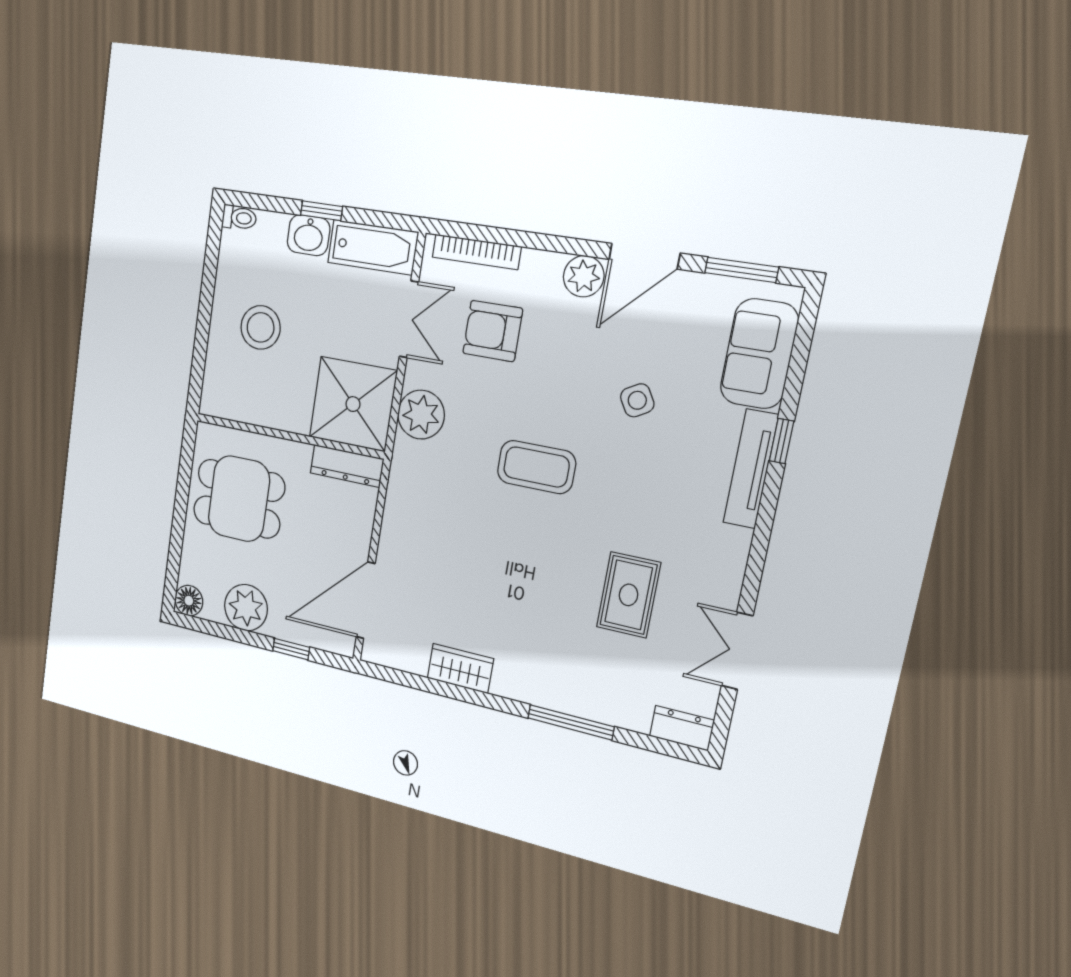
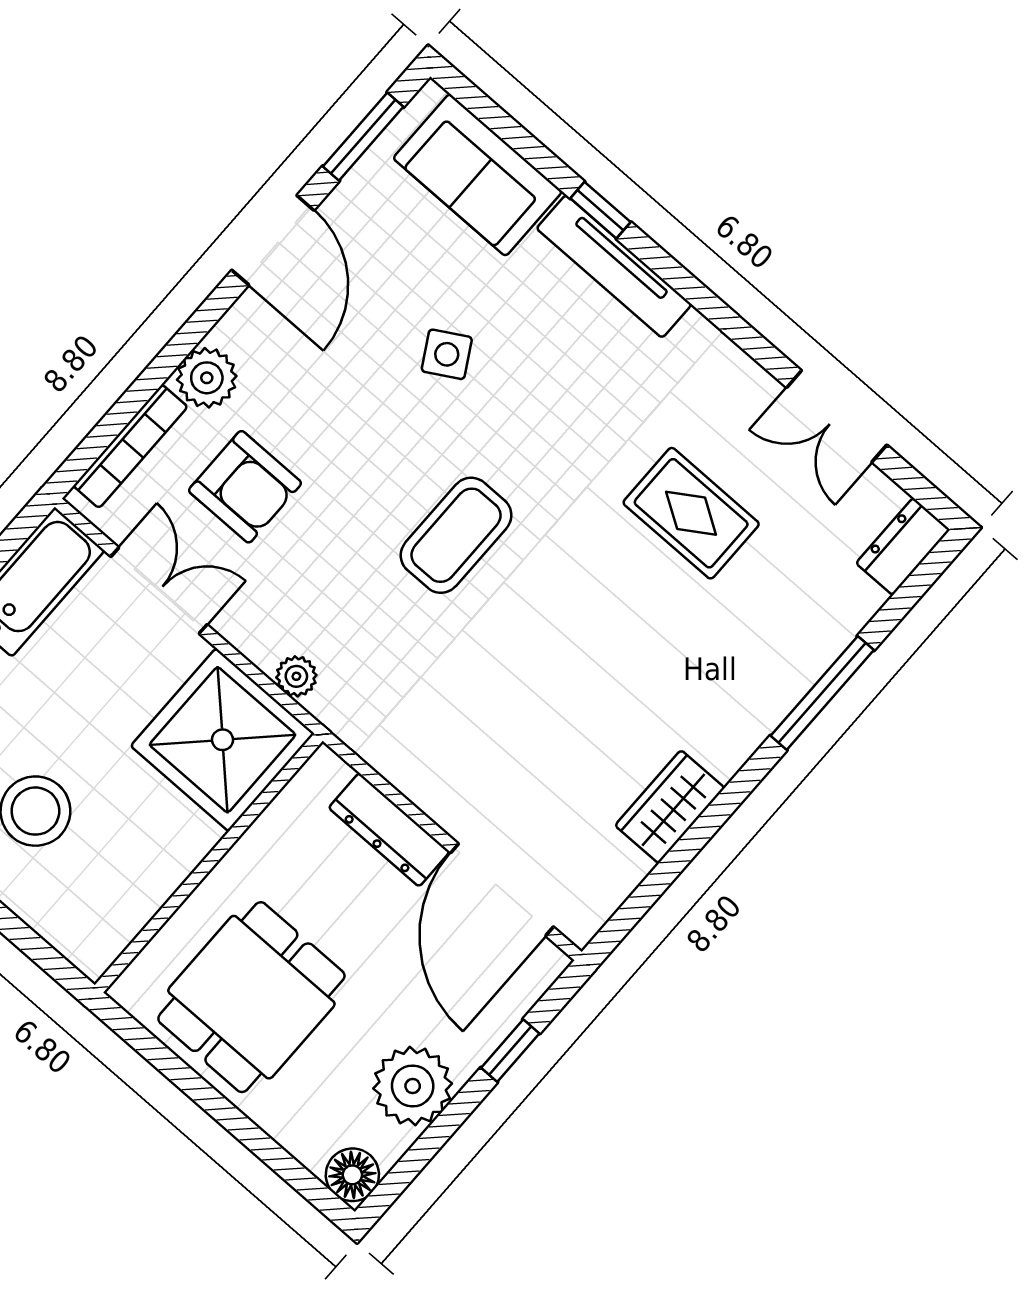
plant: (584, 276) -> (207, 378), moved
armchair: (493, 331) -> (245, 487), turned -90
plant: (421, 415) -> (296, 676), width x0.53, depth x0.53
dresser: (347, 466) -> (389, 830), moved, turned 90

